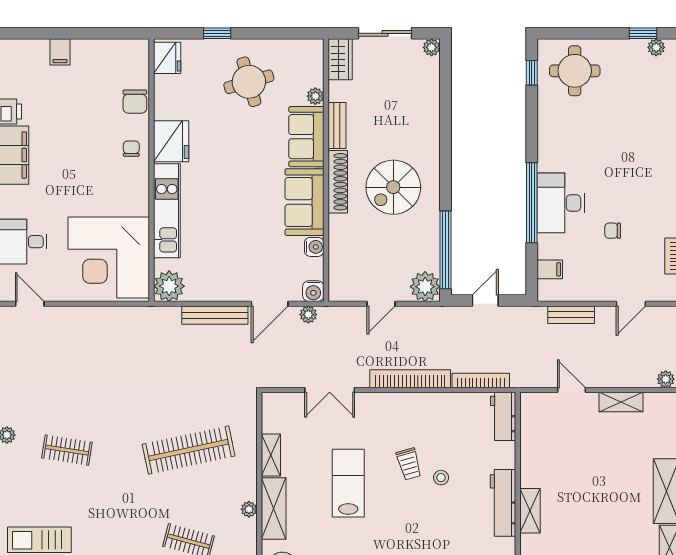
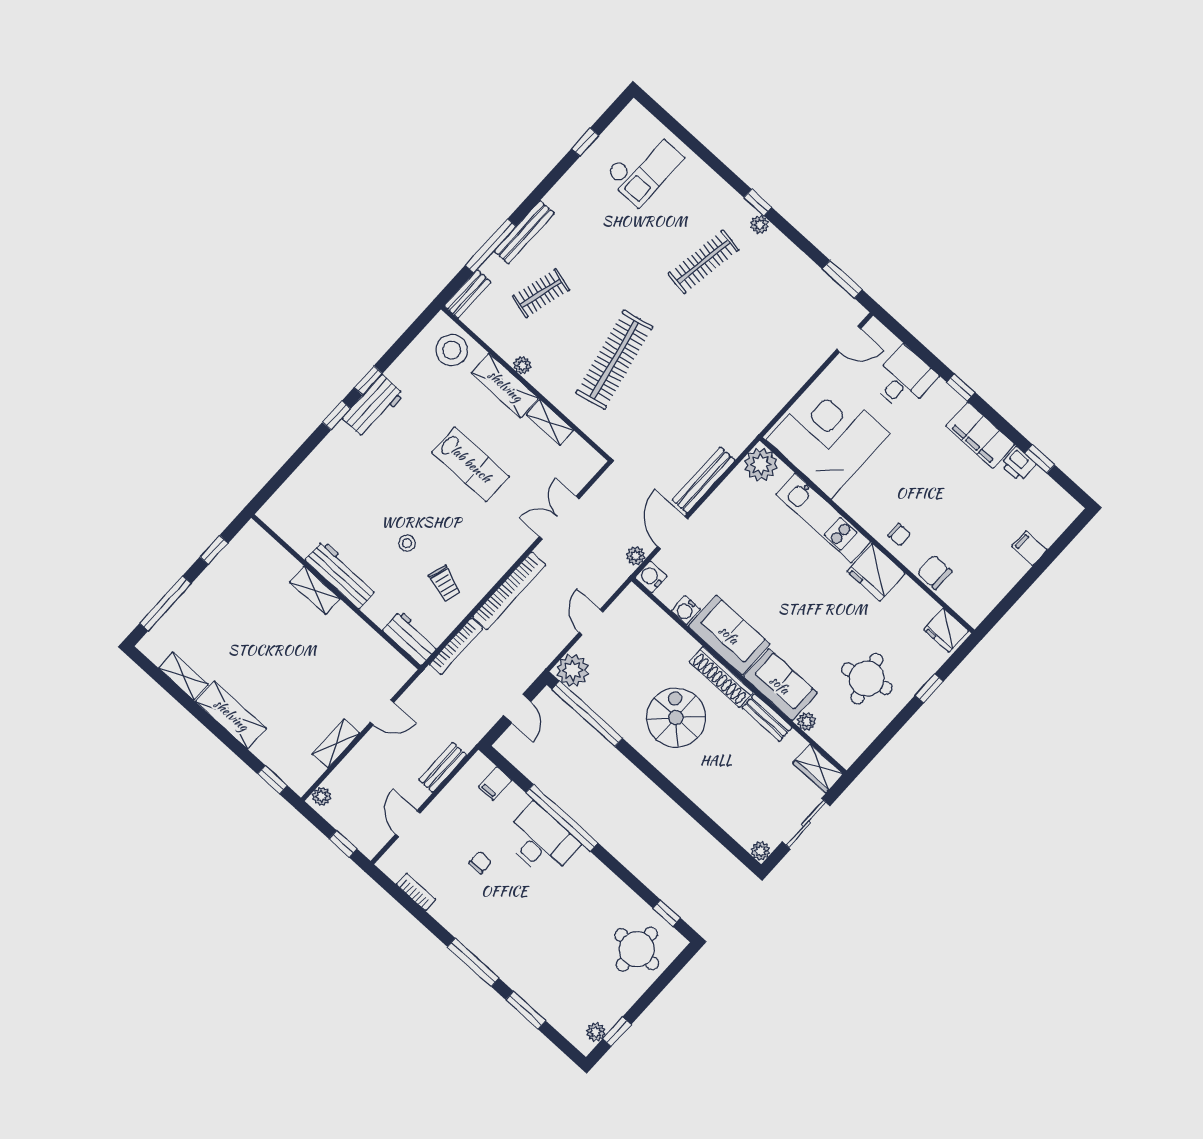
clothes rail: (67, 450) -> (703, 262), width x1.36
trolley: (409, 464) -> (445, 583), moved, turned -147

